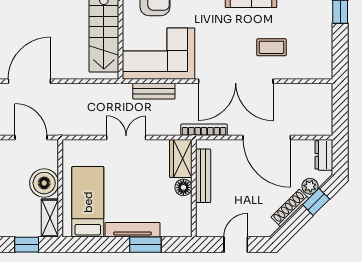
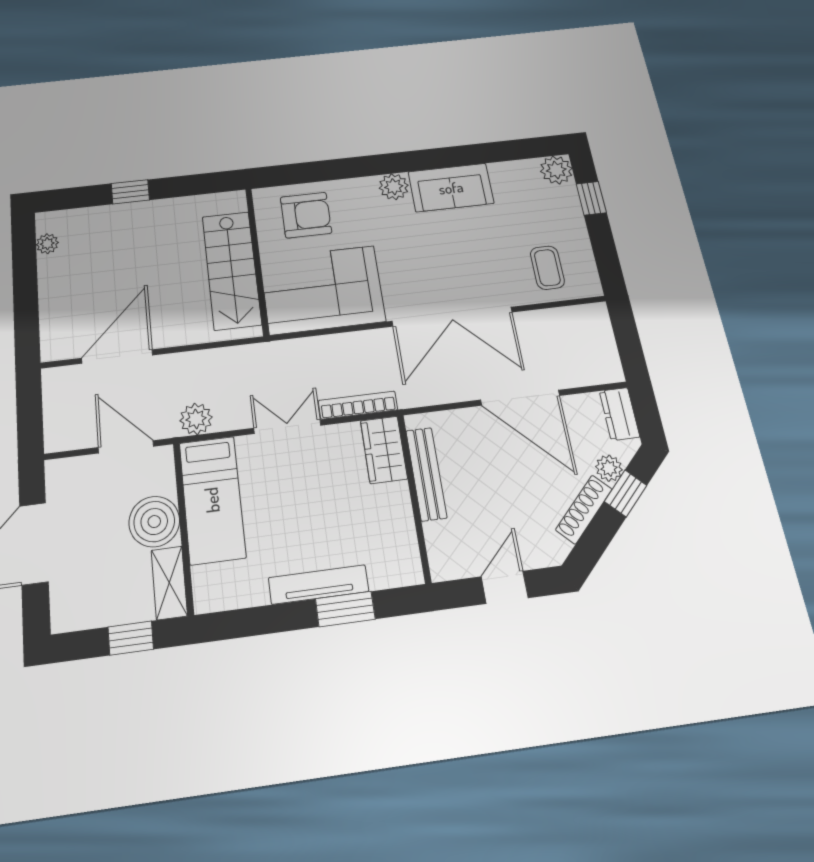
coffee table: (272, 47) -> (547, 268), moved, turned 90
bench: (154, 91) -> (323, 347), removed
plant: (73, 126) -> (196, 419), added
bookcase: (204, 130) -> (358, 405), moved
floor lamp: (183, 187) -> (396, 498), removed
bed: (88, 202) -> (212, 500), moved, turned 180

